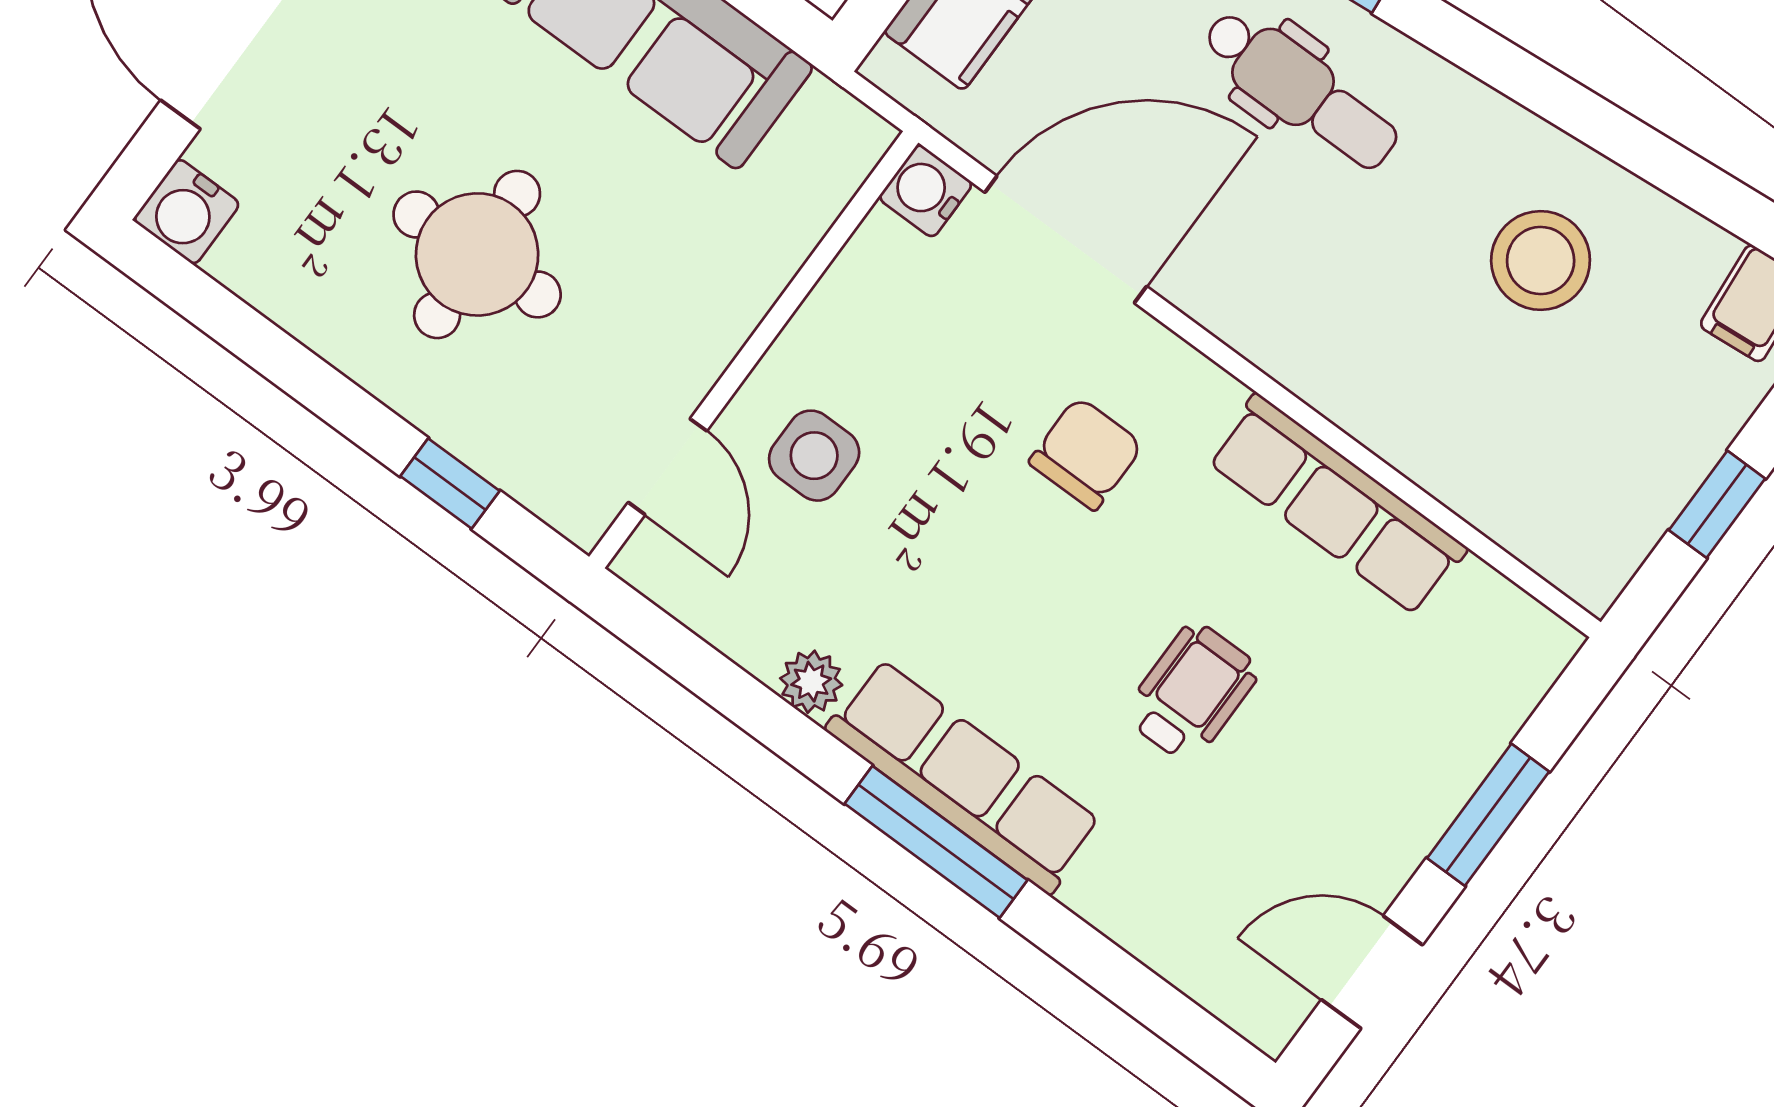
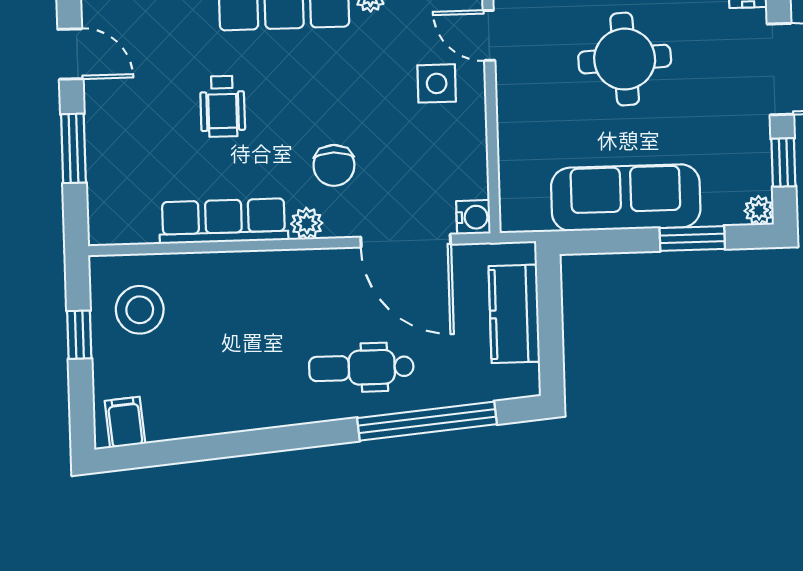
door: (1066, 239) -> (406, 241), hinge flipped
stool: (1541, 260) -> (140, 310), moved
plant: (1205, 394) -> (307, 223), added
door: (1372, 972) -> (70, 54), hinge flipped

